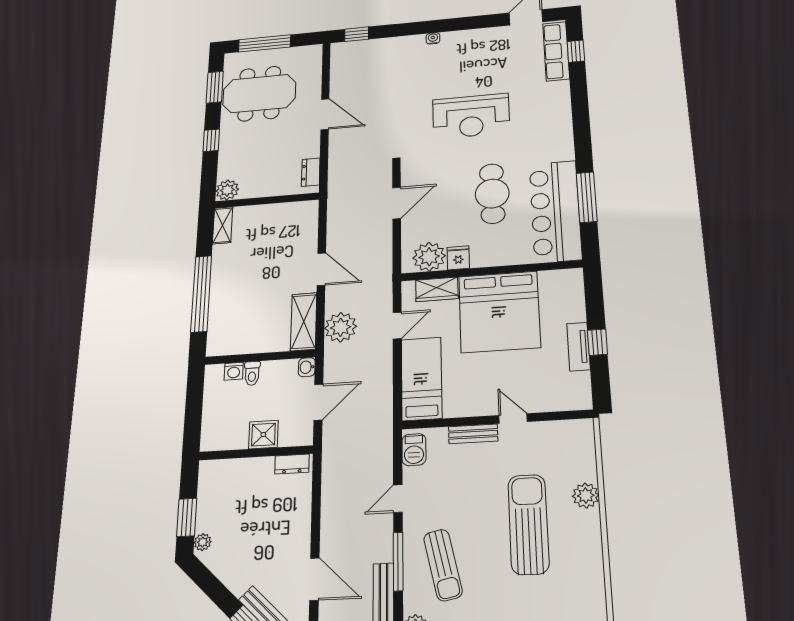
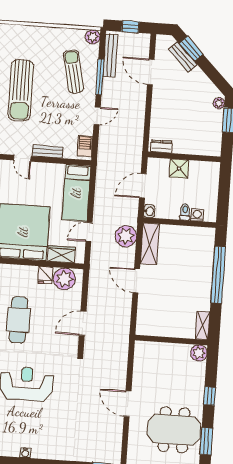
water cooler: (433, 38) -> (25, 453), moved
dresser: (311, 172) -> (140, 358), removed

